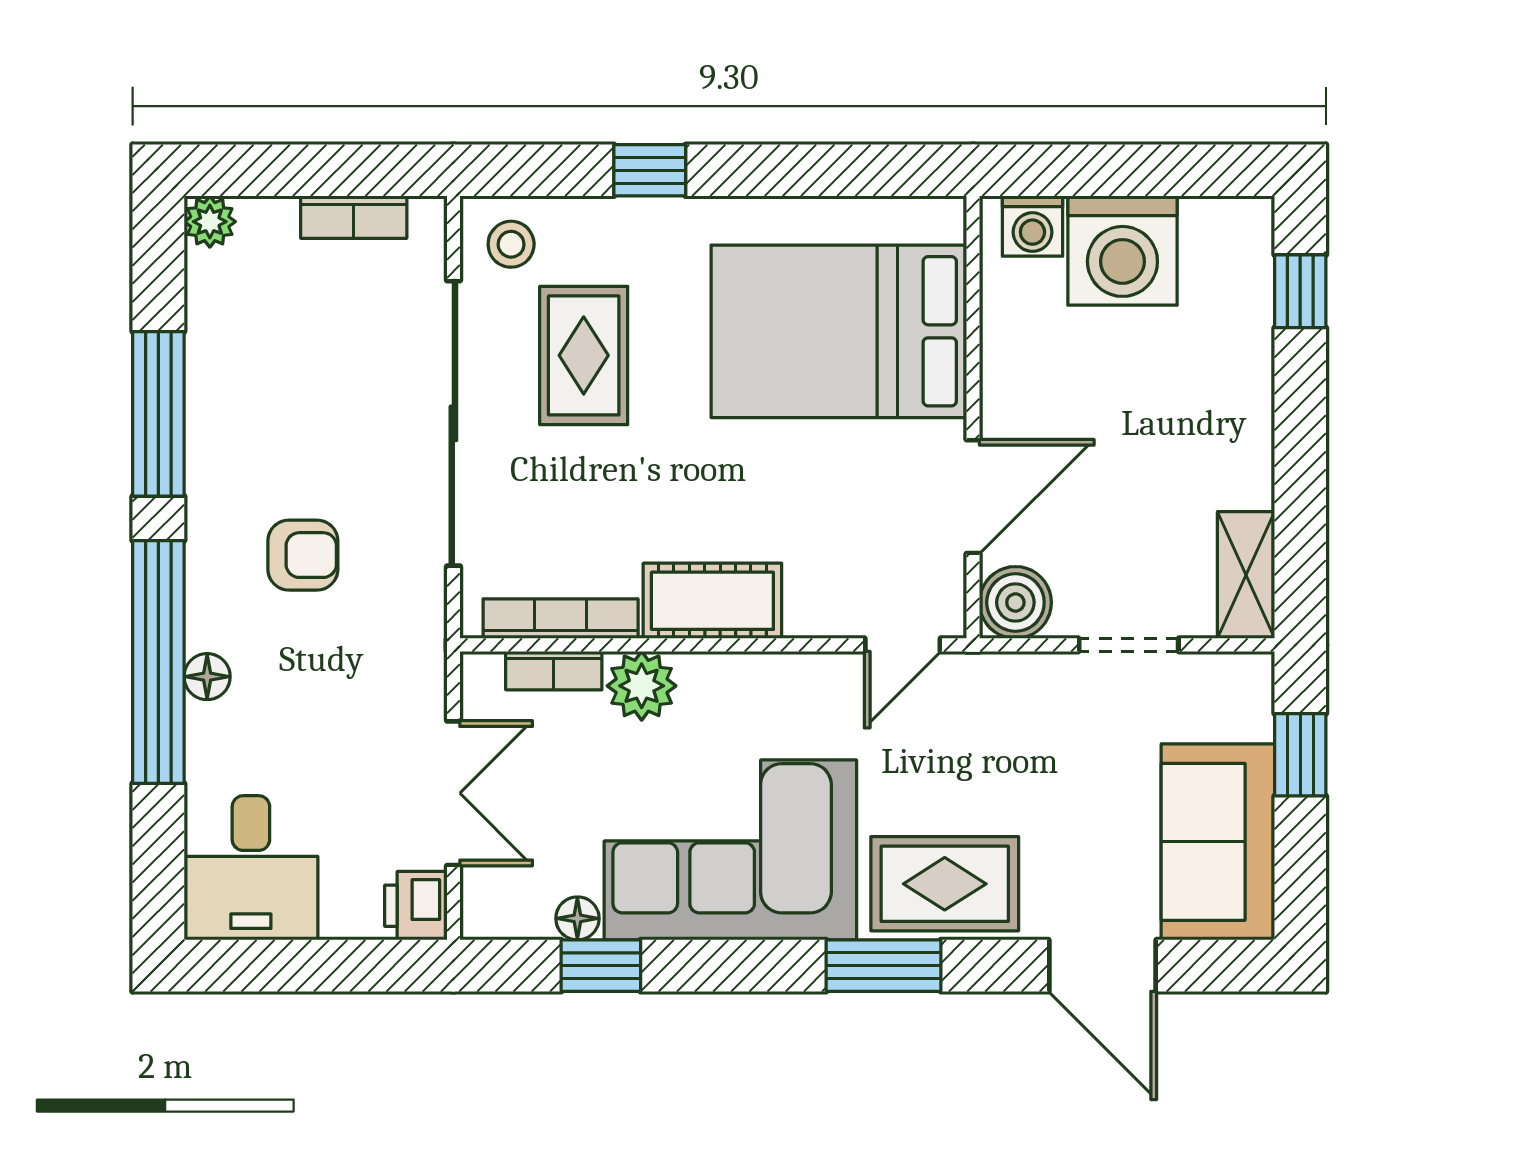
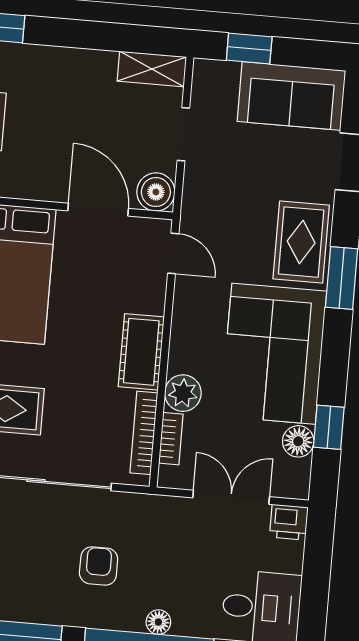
floor lamp: (577, 918) -> (298, 441), width x1.37, depth x1.37

